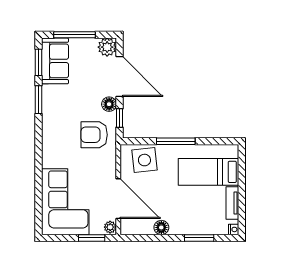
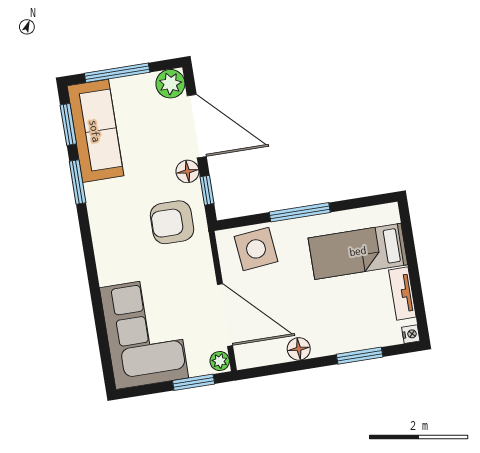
sofa: (55, 61) -> (95, 131), width x1.36

